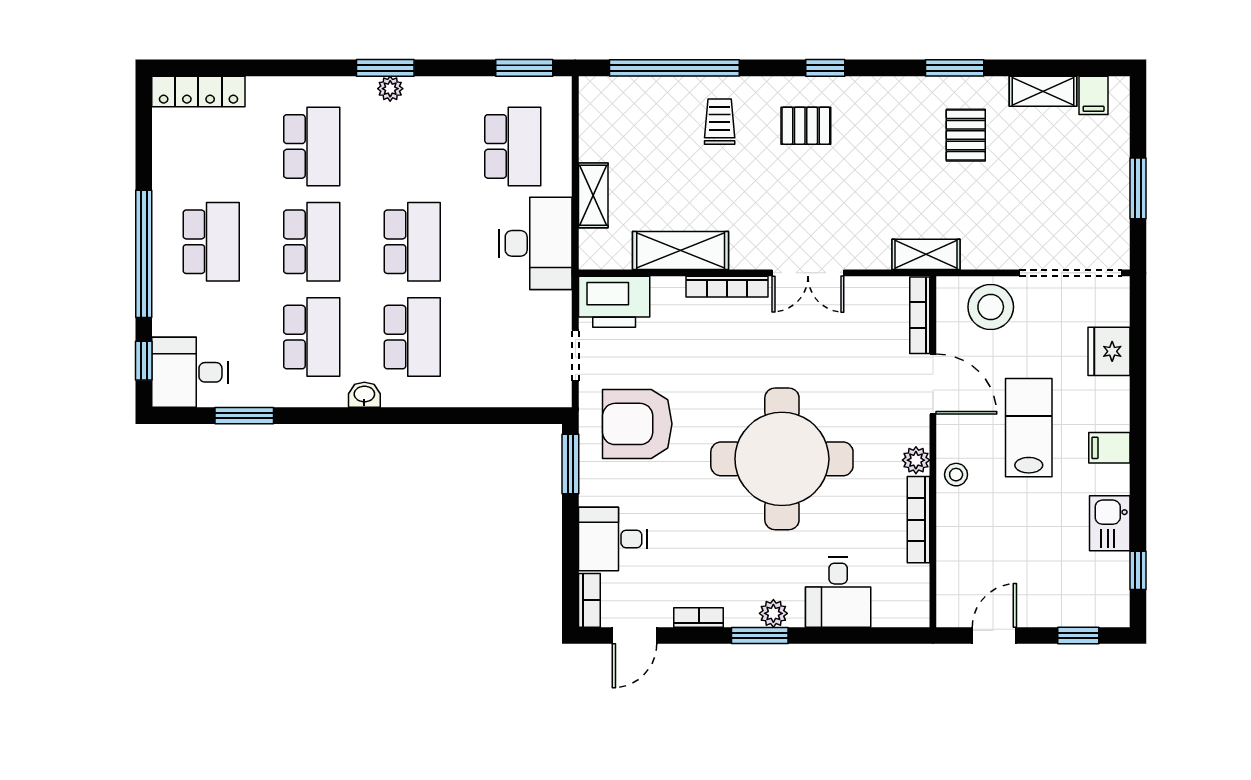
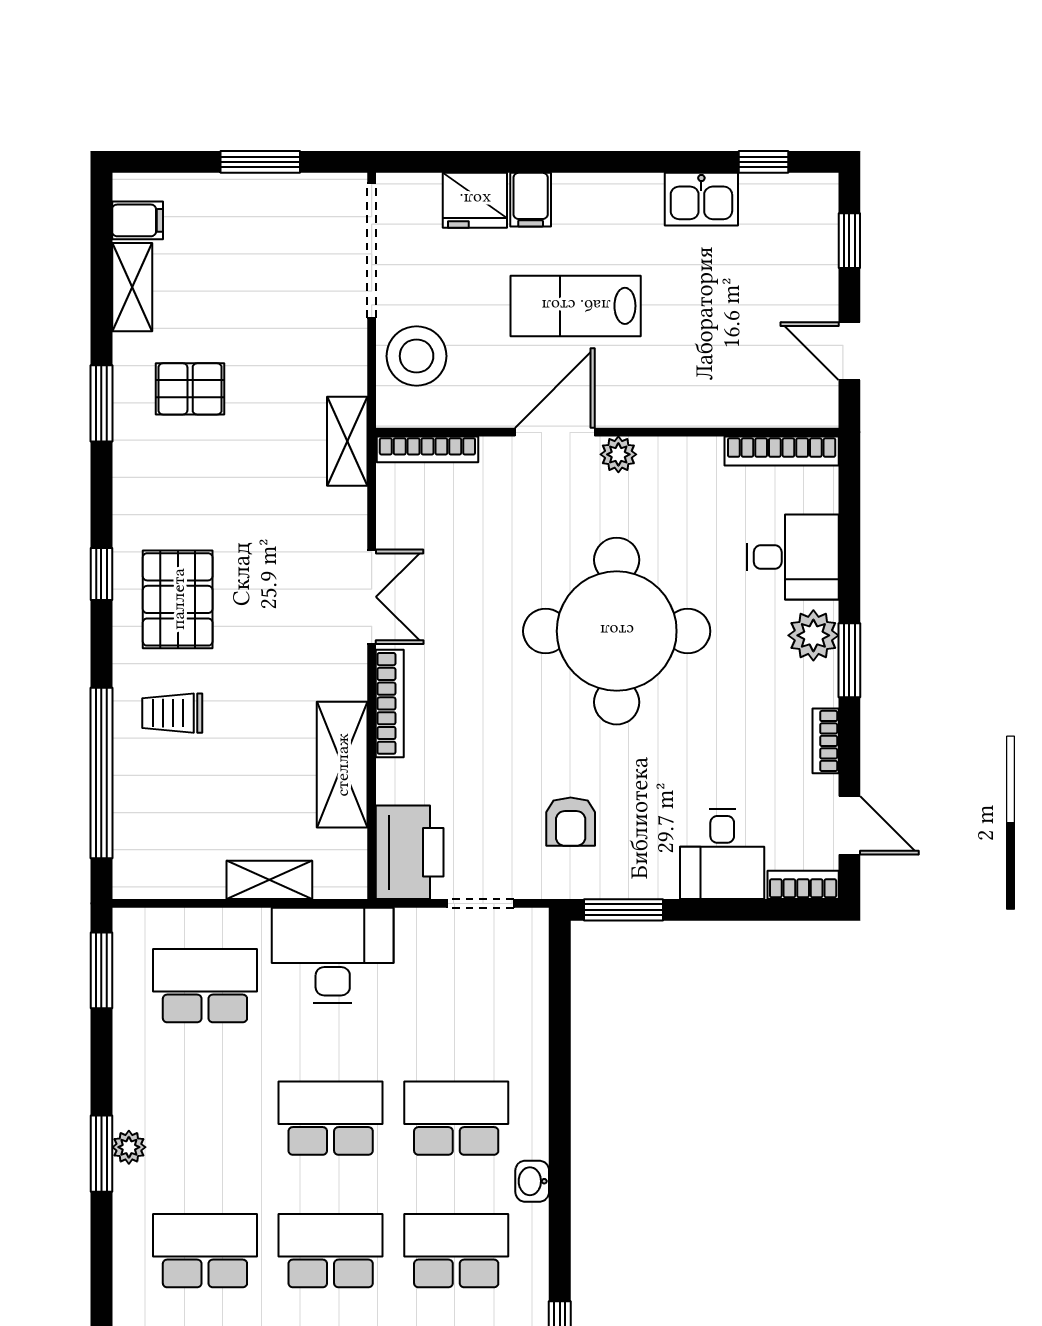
pallet: (806, 126) -> (178, 599), width x1.50, depth x1.42
door: (933, 384) -> (555, 432), moved
armchair: (637, 424) -> (571, 822), width x0.53, depth x0.53
filing cabinet: (1109, 448) -> (531, 200), moved
stool: (956, 475) -> (637, 402), removed
bookcase: (919, 520) -> (782, 451), moved
plant: (773, 613) -> (813, 635), width x1.38, depth x1.38

